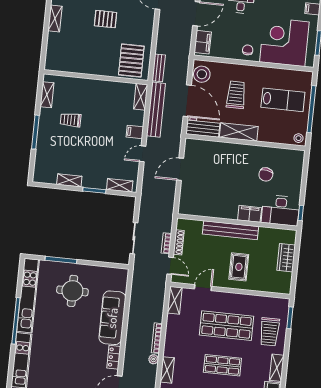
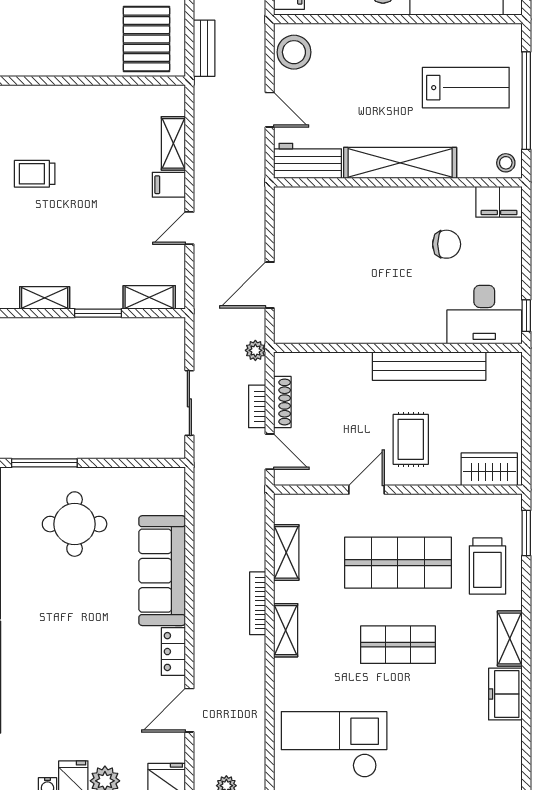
trolley: (236, 95) -> (368, 87), removed
shelving: (141, 97) -> (173, 143), moved
door: (187, 101) -> (270, 110), width x0.53
bench: (156, 110) -> (207, 135), removed
shelving: (239, 132) -> (400, 163), width x1.47
door: (180, 169) -> (270, 285), moved
chair: (266, 174) -> (447, 244), turned -100
filing cabinet: (250, 214) -> (499, 202), moved, turned 180
bench: (231, 230) -> (429, 366), moved
wardrobe: (286, 258) -> (489, 469), moved, turned 90
door: (203, 288) -> (367, 490), moved
shelving: (175, 300) -> (286, 552), moved
plant: (154, 359) -> (255, 350), moved
shelving: (167, 370) -> (286, 630), moved

